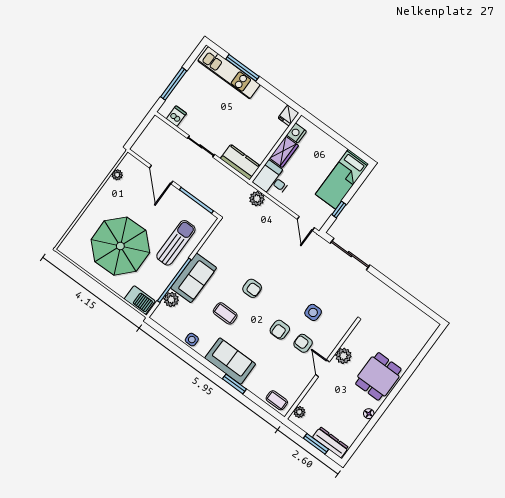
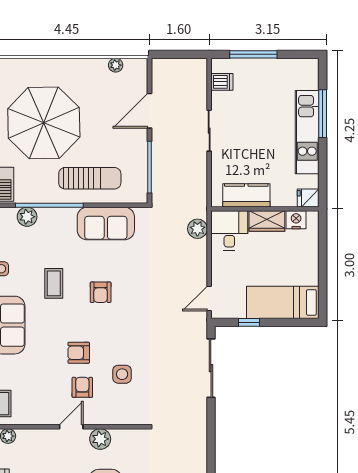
kitchen unit: (229, 73) -> (307, 132), moved
kitchen counter: (240, 162) -> (246, 195), moved, turned -90
sofa: (194, 278) -> (106, 223), moved

